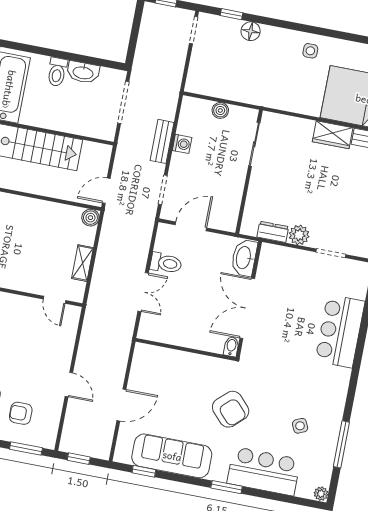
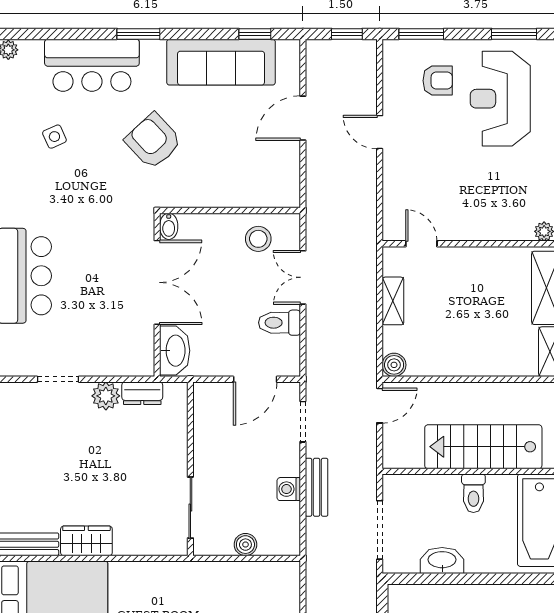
toilet: (57, 72) -> (473, 493), moved, turned 180
stool: (169, 325) -> (258, 239), added

